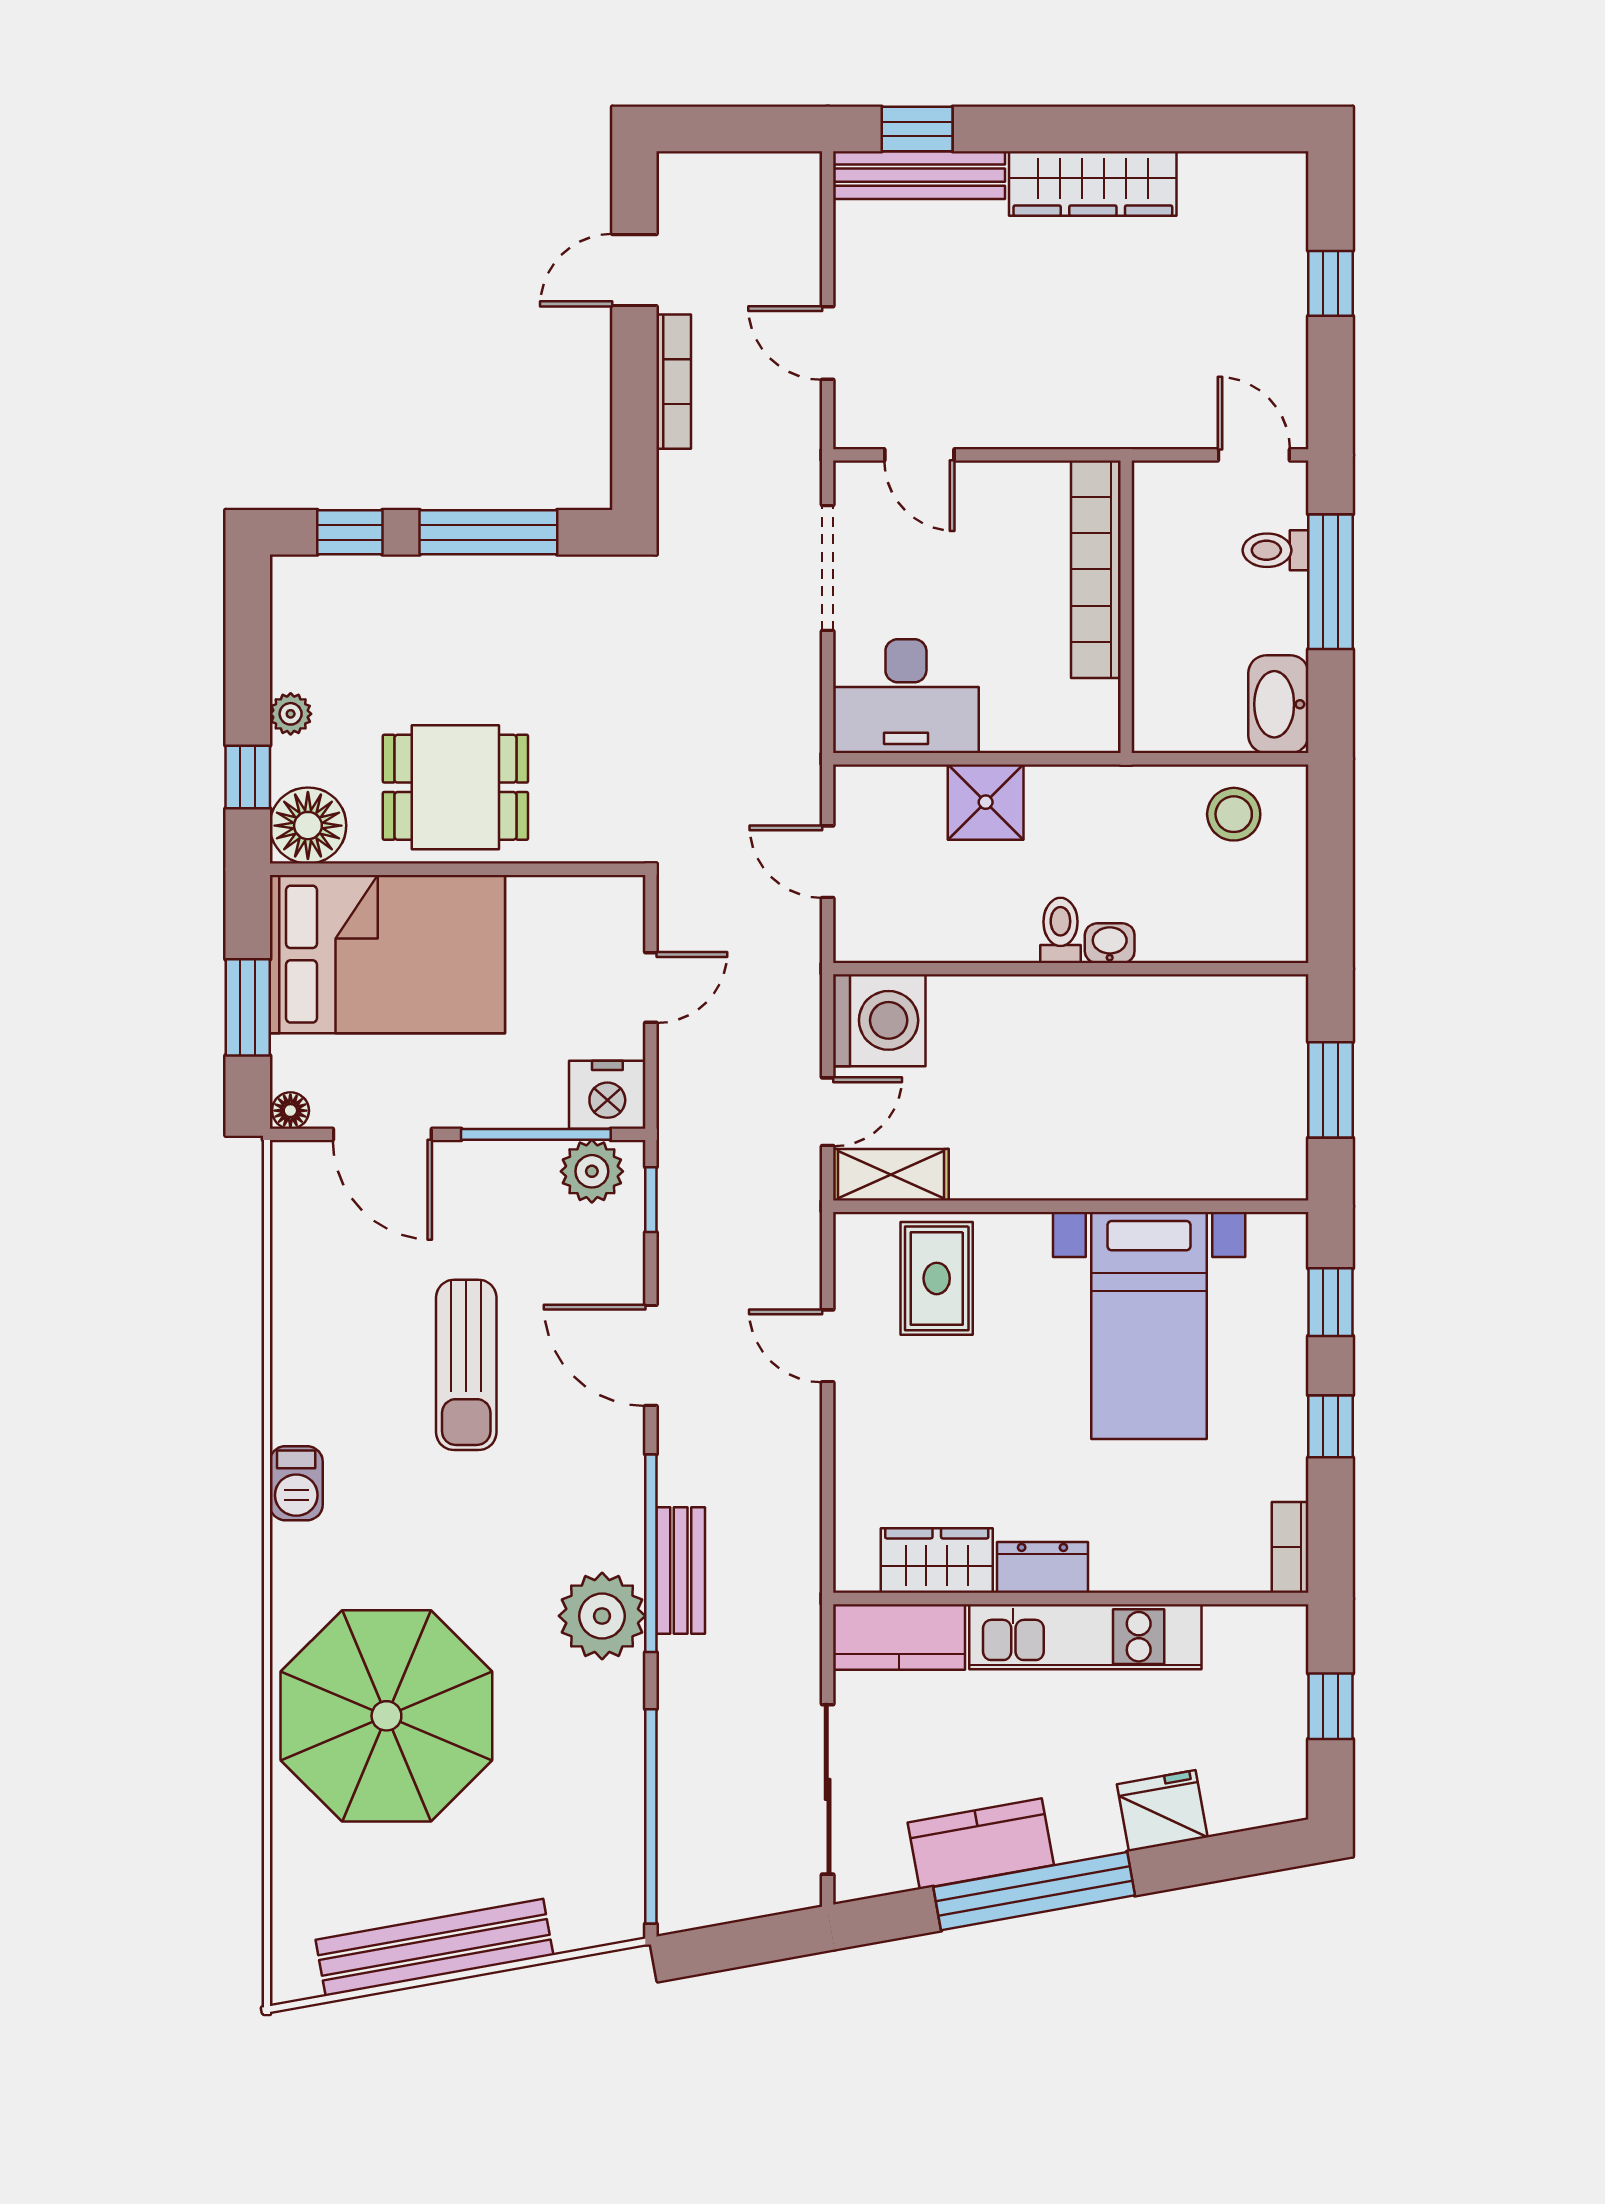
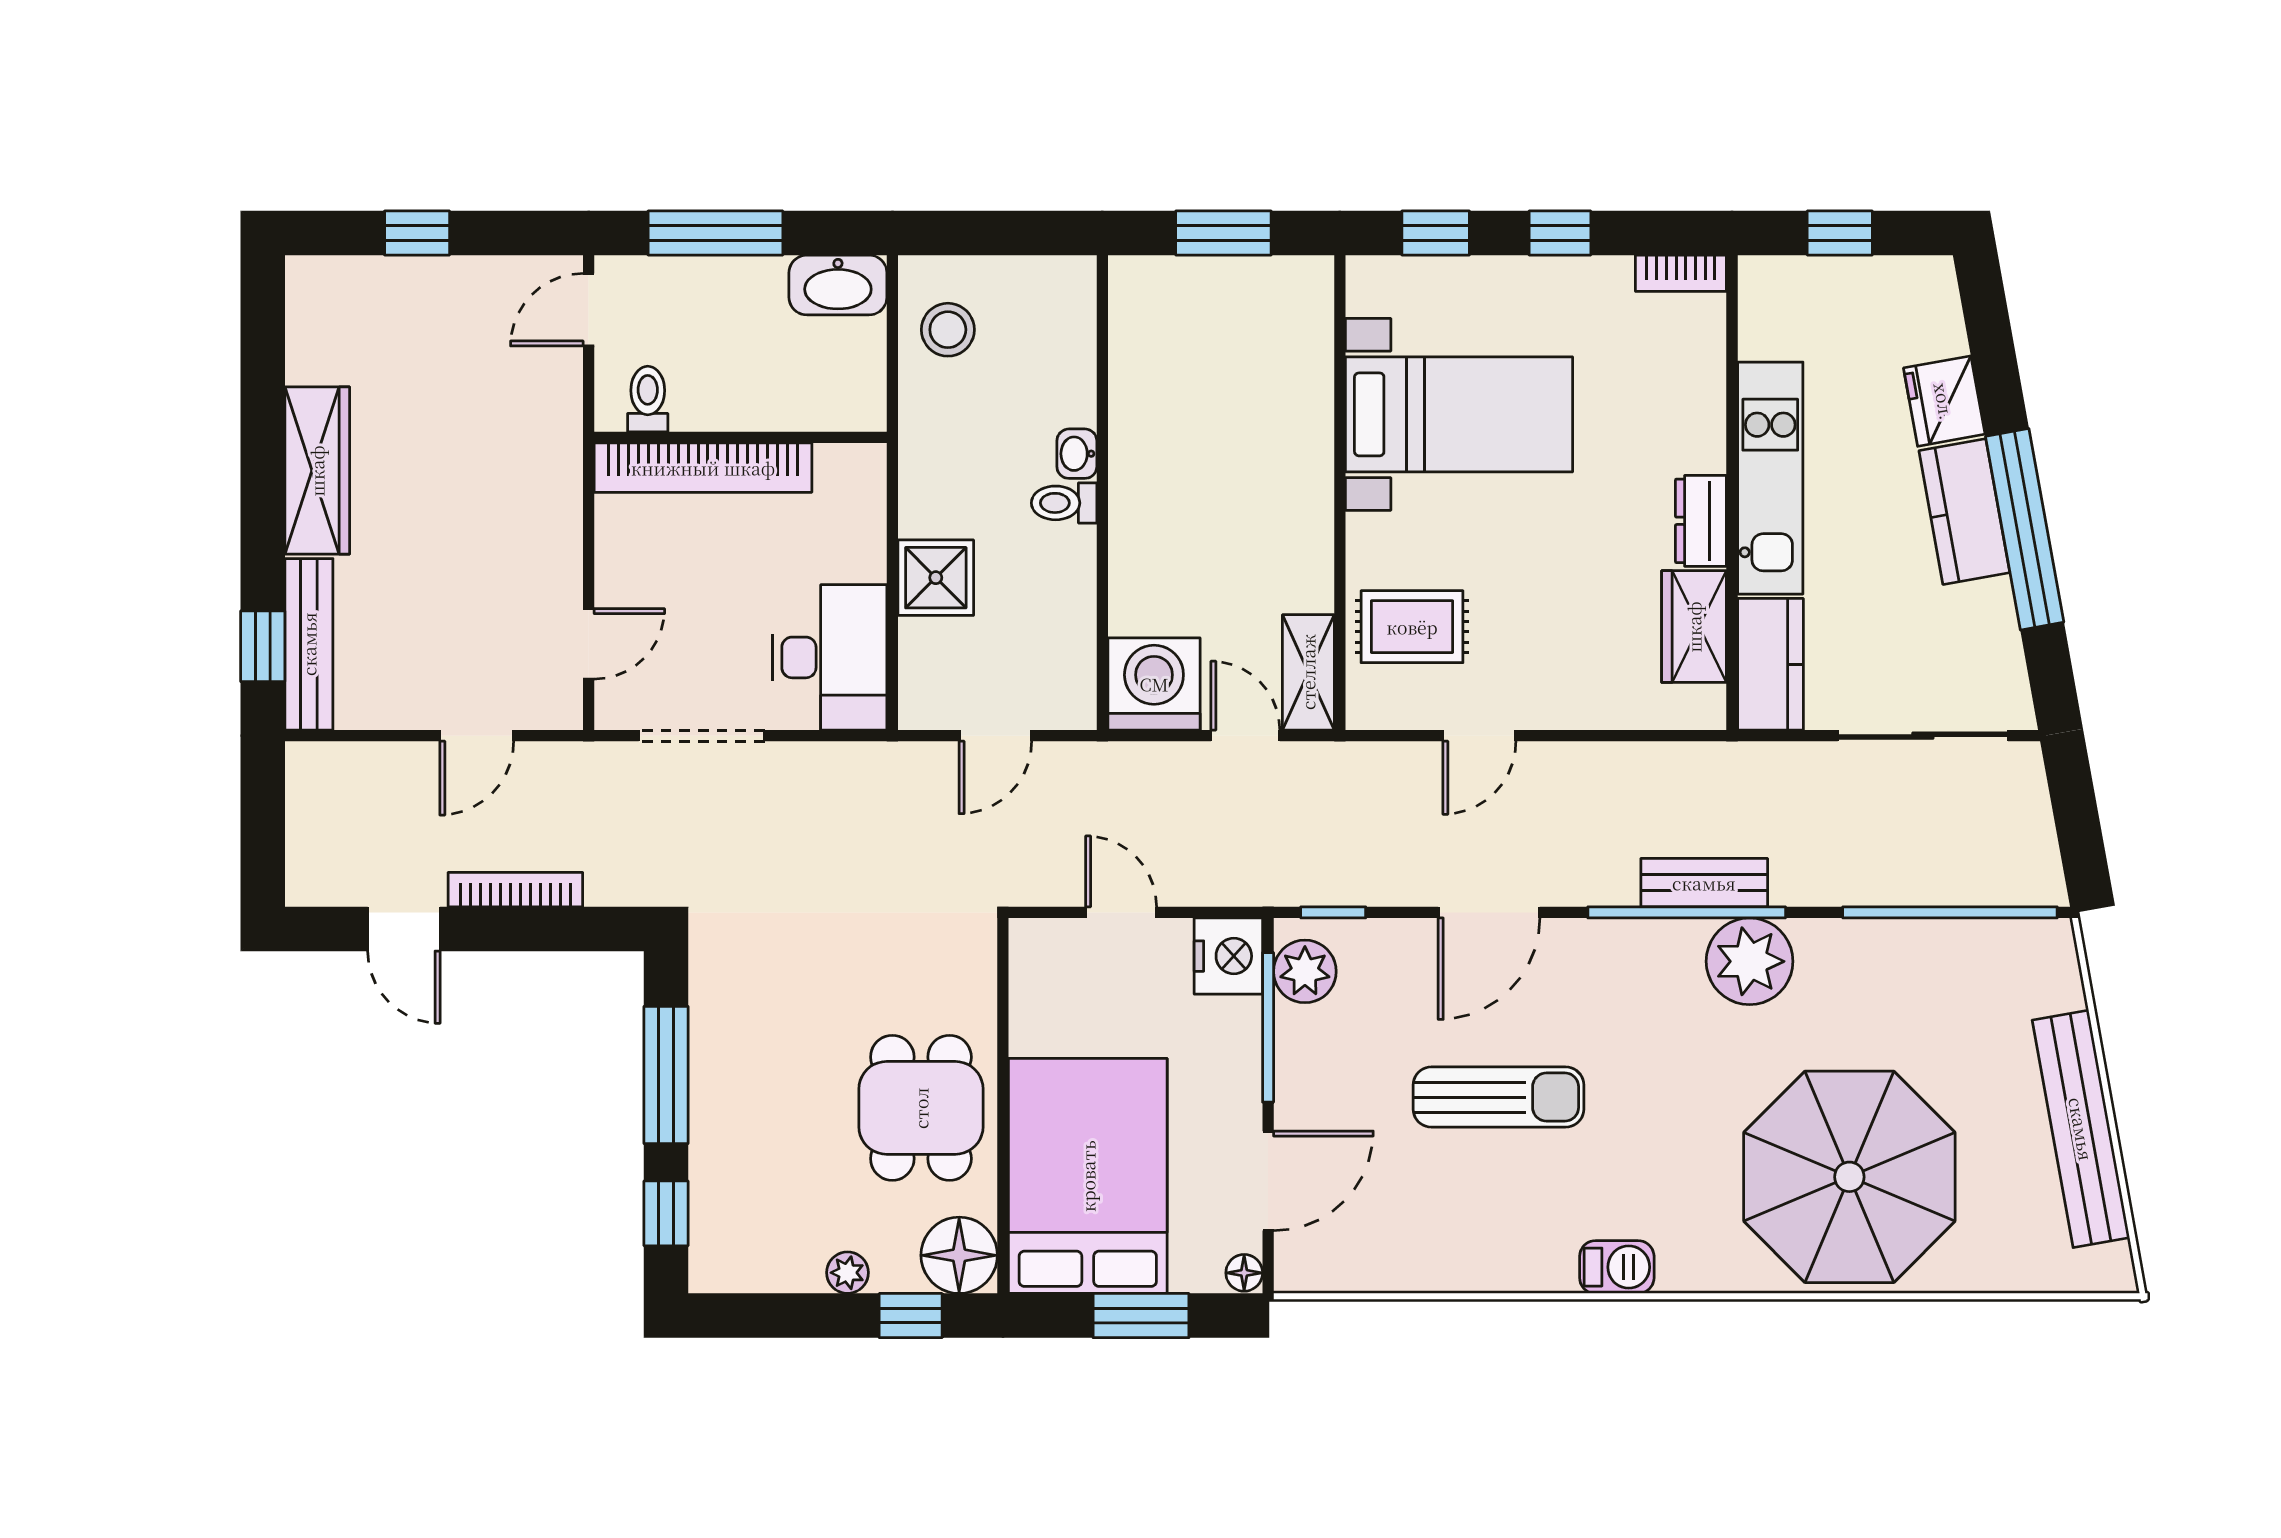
toilet: (1276, 550) -> (648, 399), moved, turned 180
kitchen counter: (981, 1844) -> (1964, 512), moved

